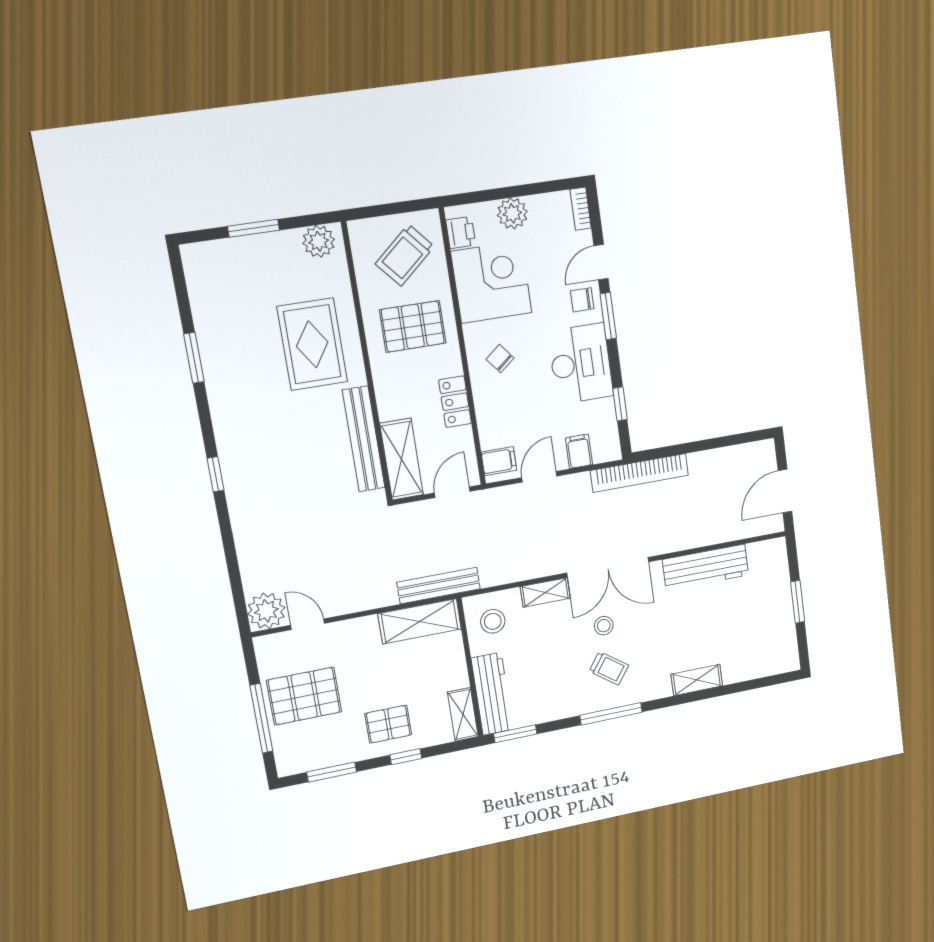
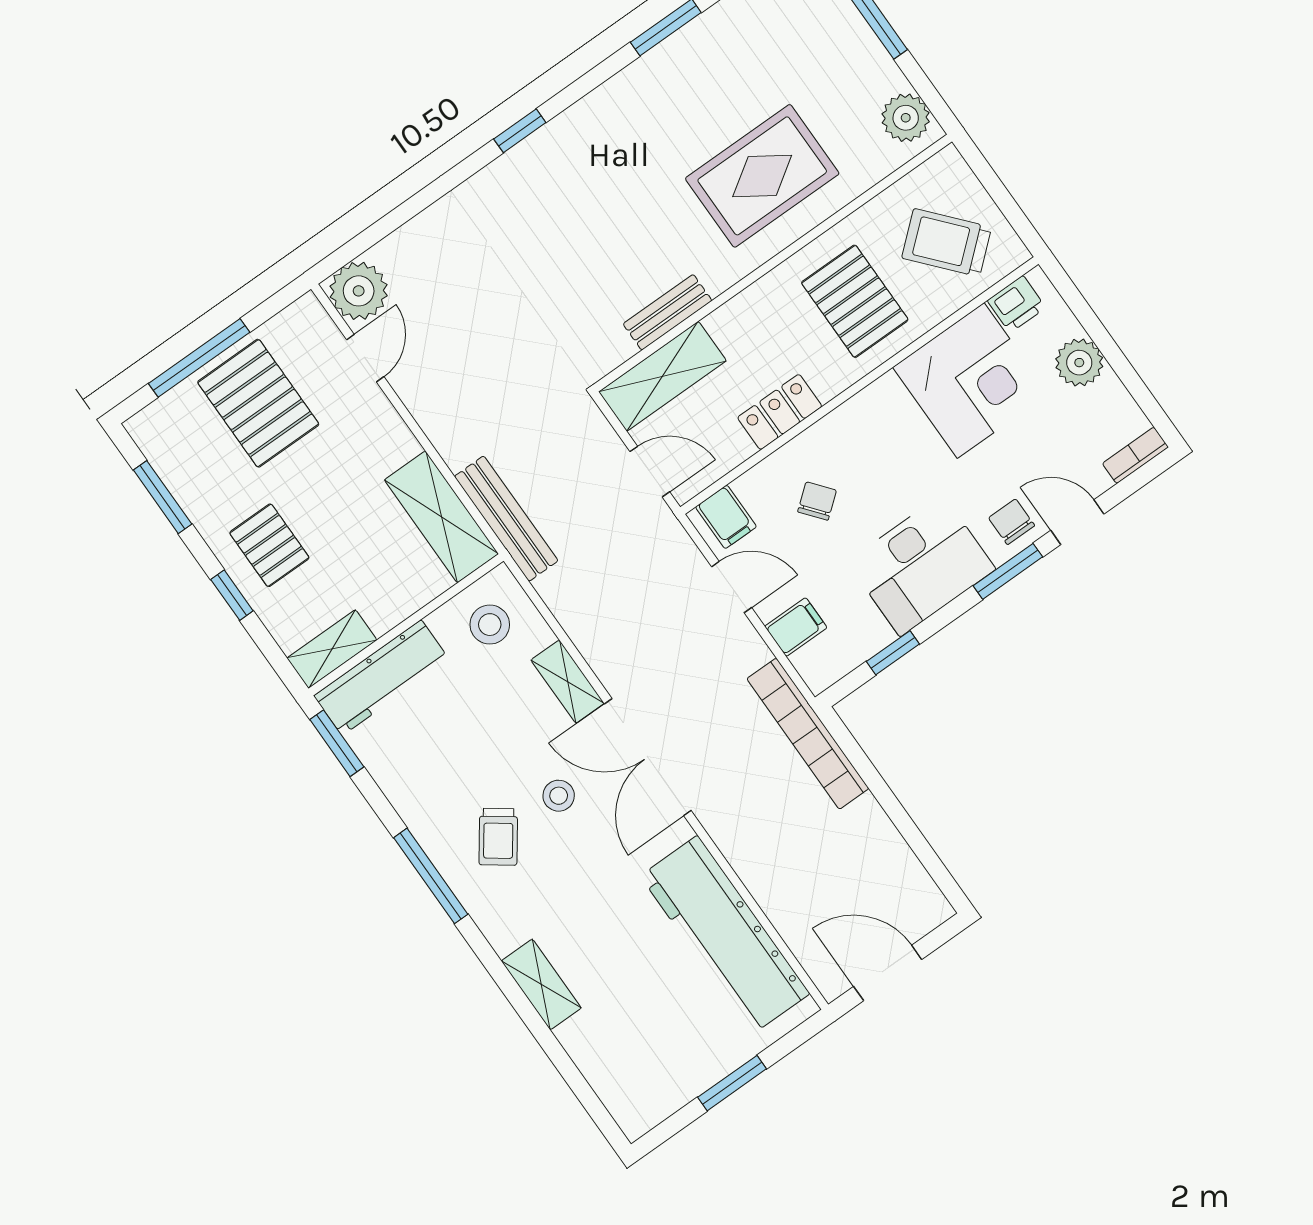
chair: (500, 359) -> (817, 501), moved
bench: (364, 439) -> (668, 312), width x0.54, depth x0.82
workbench: (706, 567) -> (725, 935), width x1.36, depth x1.32

